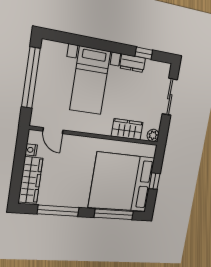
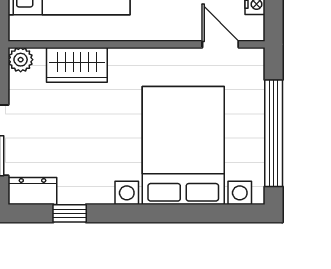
dresser: (133, 63) -> (32, 191), moved
bed with nightstands: (90, 81) -> (183, 146), width x1.36

